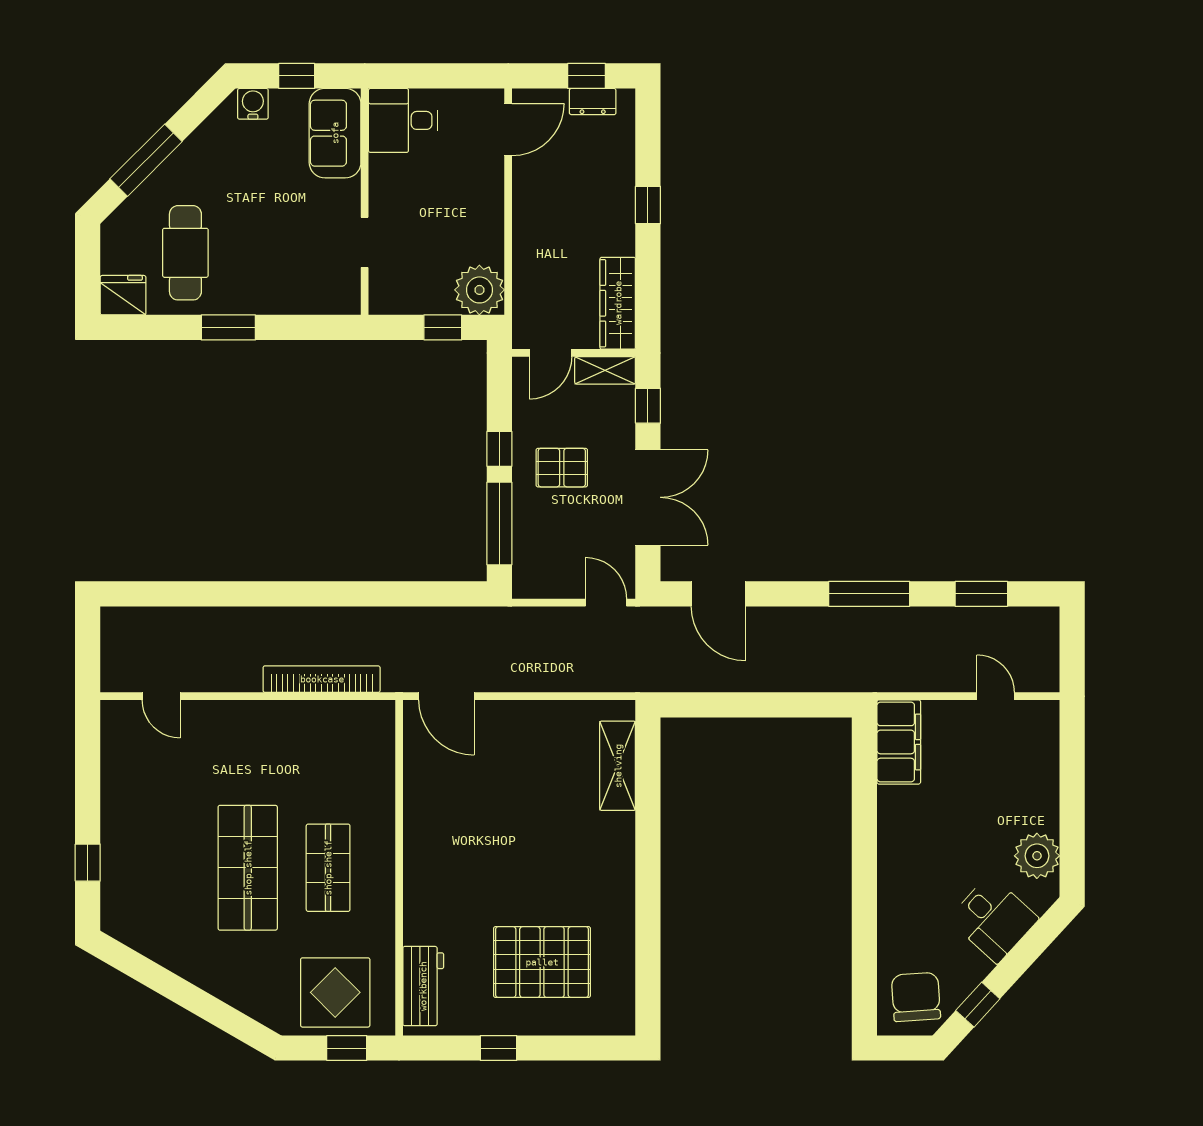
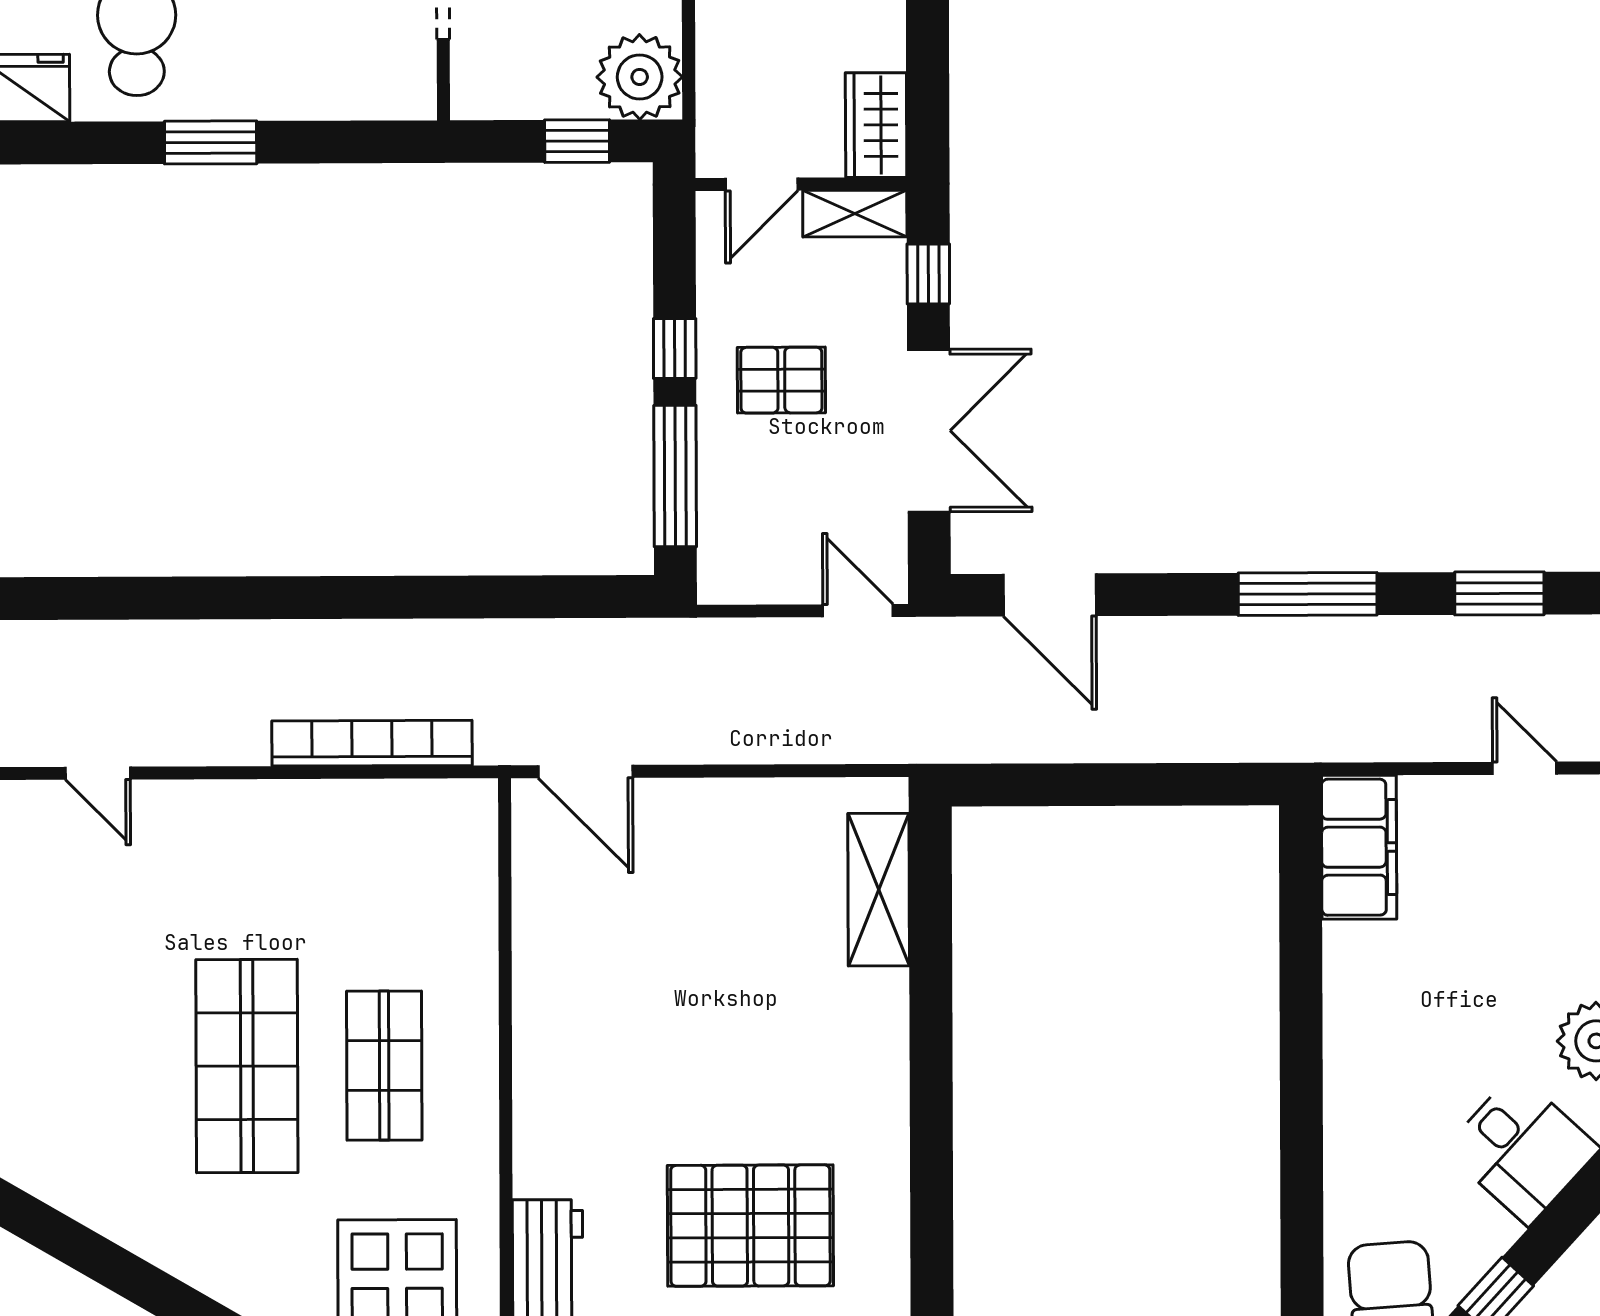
wardrobe: (618, 303) -> (876, 125), width x0.67

